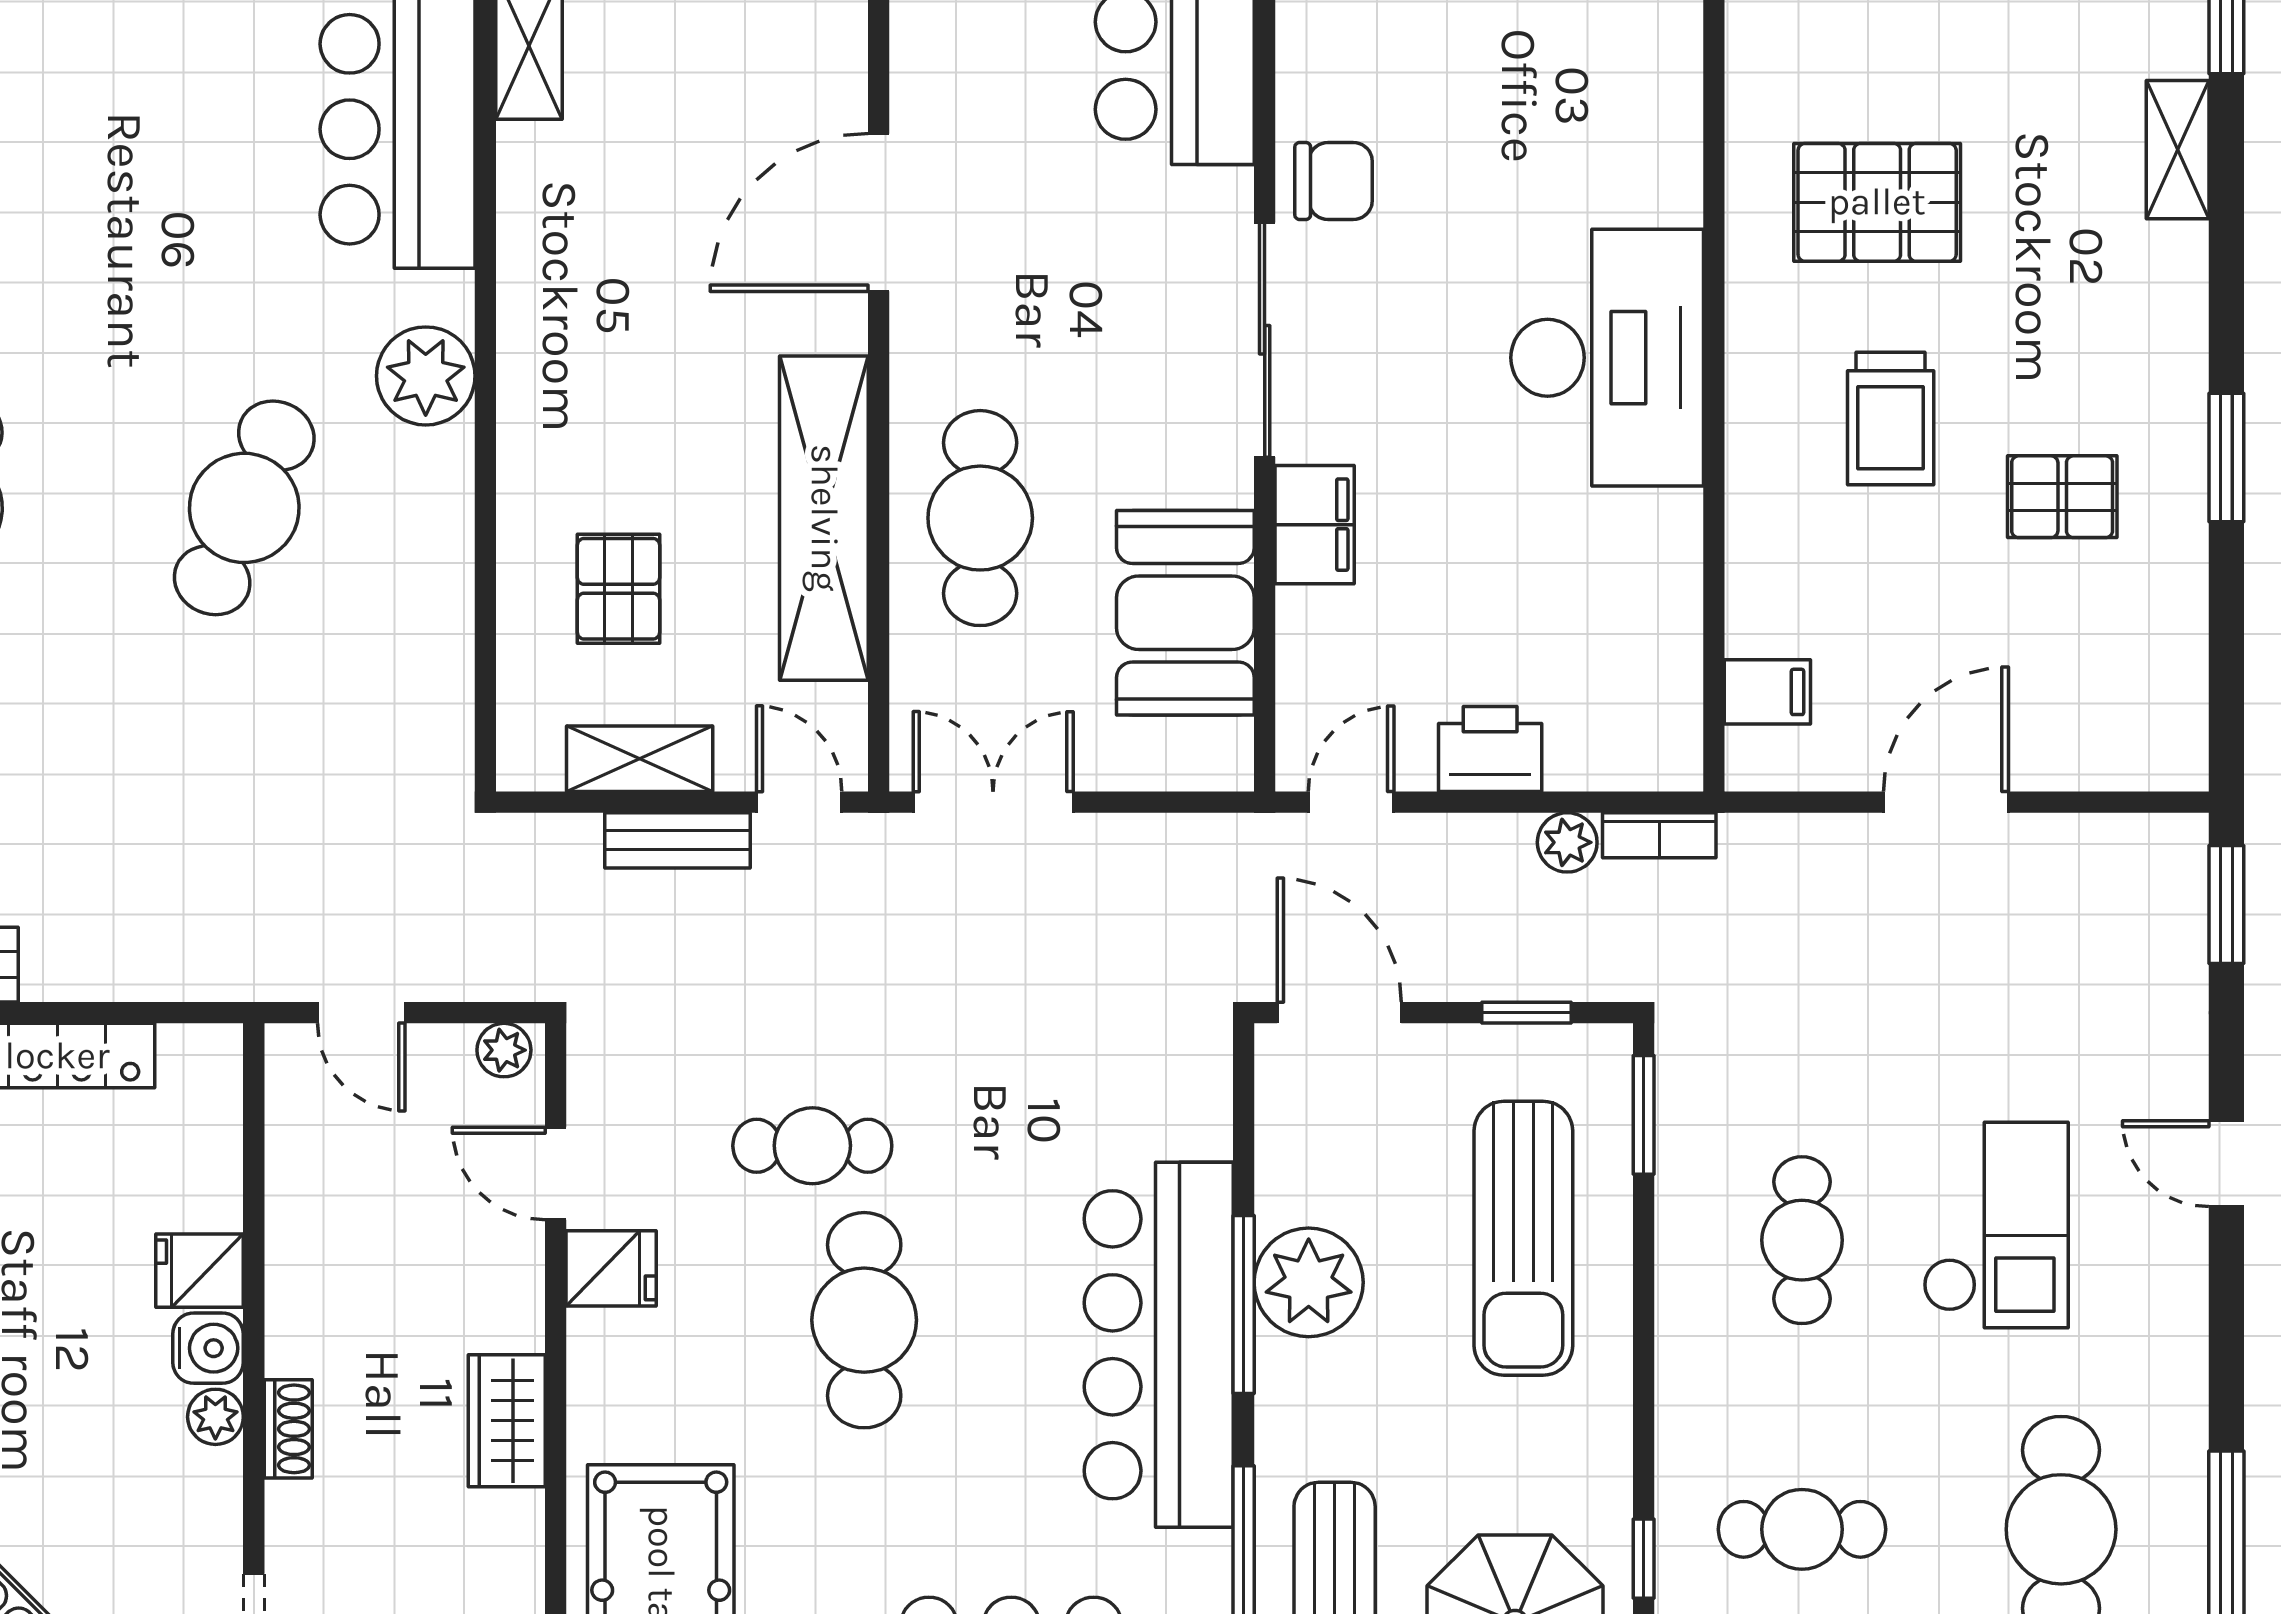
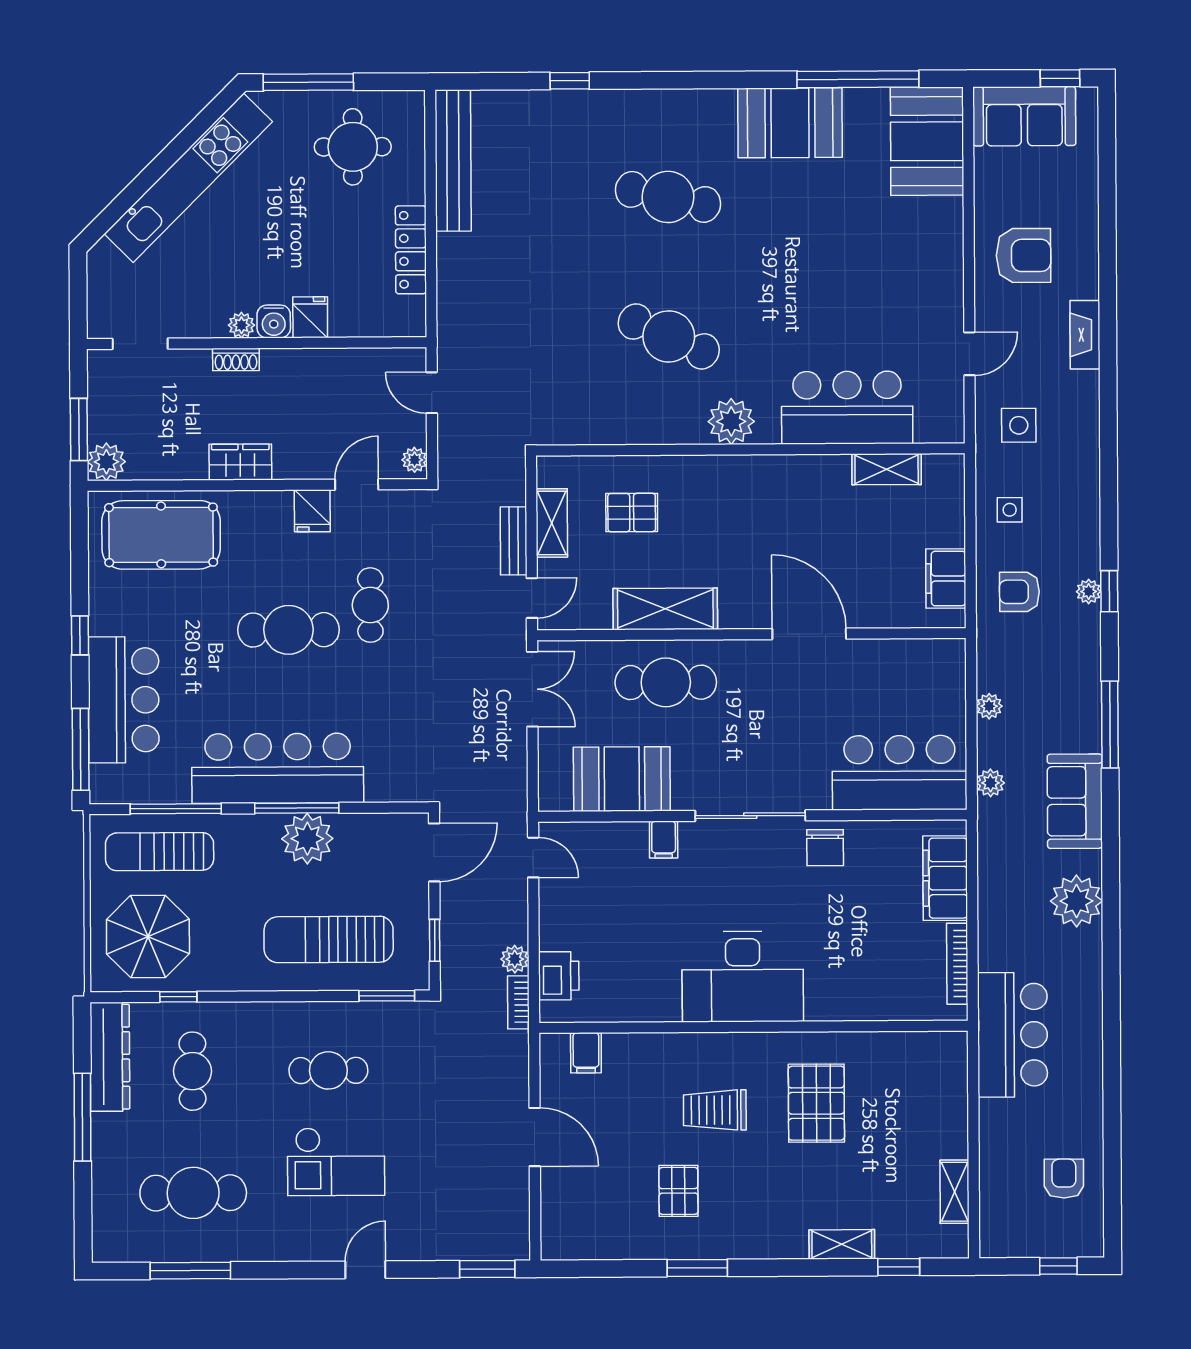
shelving: (824, 518) -> (665, 609), width x0.68
filing cabinet: (1315, 525) -> (664, 840), width x0.50
printer: (1490, 749) -> (559, 976), moved
door: (361, 1013) -> (432, 393), hinge flipped

